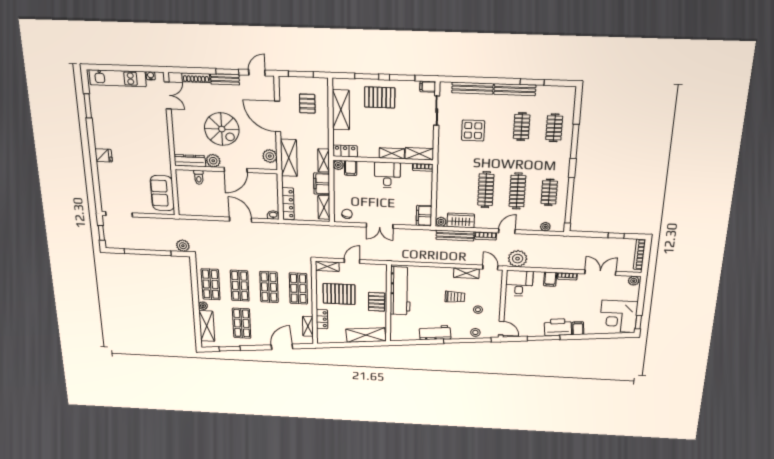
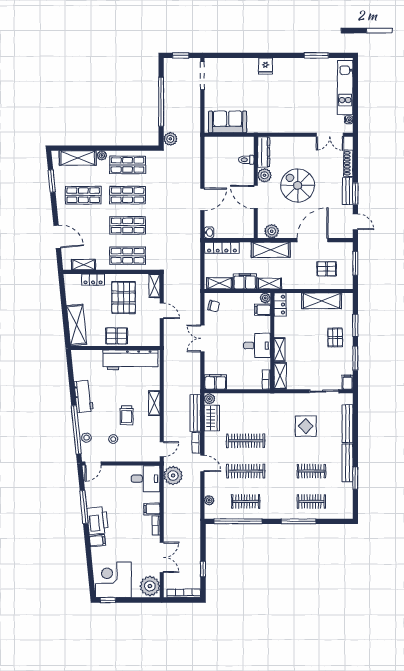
pallet: (380, 97) -> (335, 337), width x0.67, depth x0.71
spiral stairs: (222, 129) -> (298, 185), turned 90
shelving: (466, 273) -> (154, 403), moved
plant: (634, 281) -> (150, 586), width x1.87, depth x1.87

